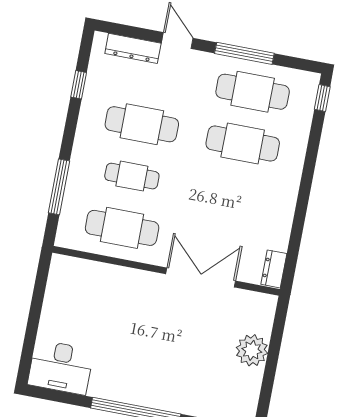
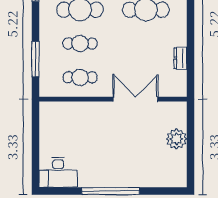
cafe table: (122, 228) -> (80, 77), width x0.73, depth x0.74
dresser: (274, 269) -> (181, 58), moved

